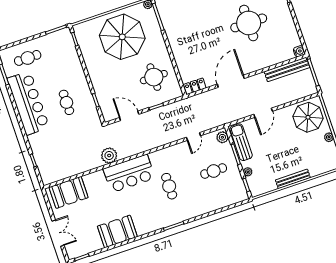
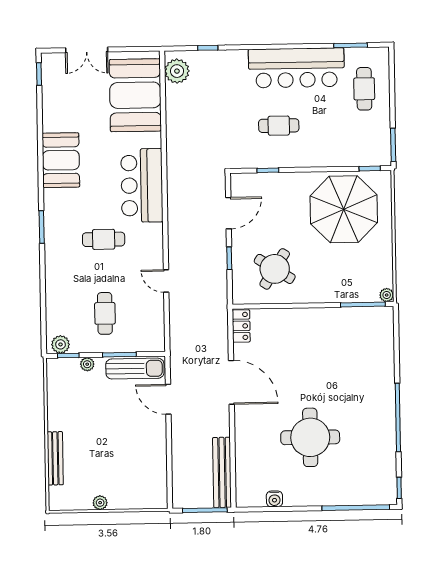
parasol: (122, 37) -> (344, 209), moved
water cooler: (299, 51) -> (274, 499), moved
round table: (154, 77) -> (275, 269), turned 32
door: (263, 113) -> (168, 399), moved
parasol: (308, 117) -> (140, 481), removed
door: (193, 137) -> (166, 281), moved
plant: (222, 137) -> (61, 344), moved
plant: (109, 155) -> (177, 71), moved
bench: (293, 179) -> (55, 458), moved
booth: (69, 192) -> (135, 95), width x1.36, depth x1.42
booth: (117, 231) -> (61, 160), moved

